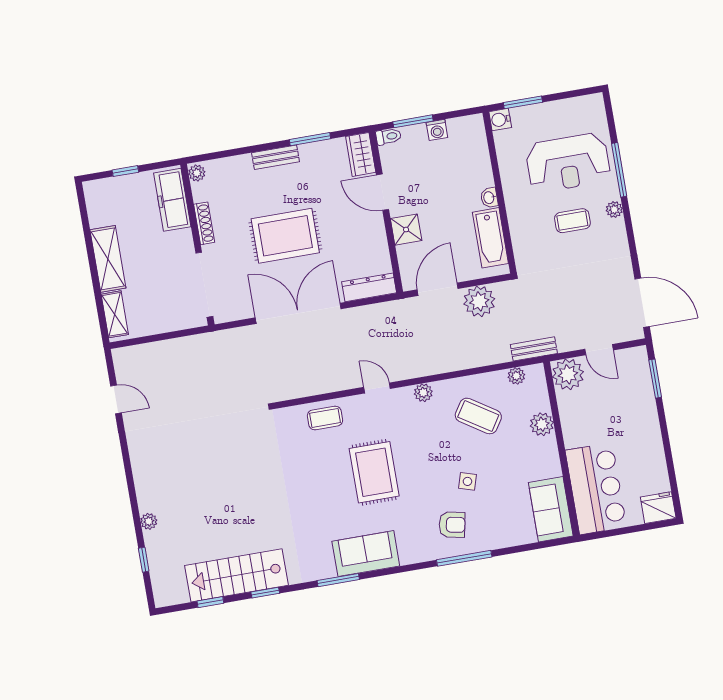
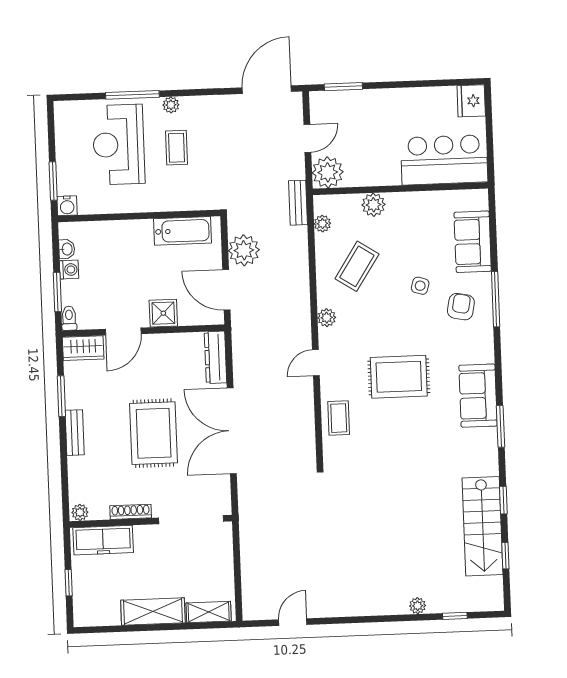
reception desk: (568, 163) -> (119, 145), turned 180
washbasin: (489, 198) -> (67, 249), moved, turned -90
sofa: (551, 509) -> (473, 242), moved, turned 90

